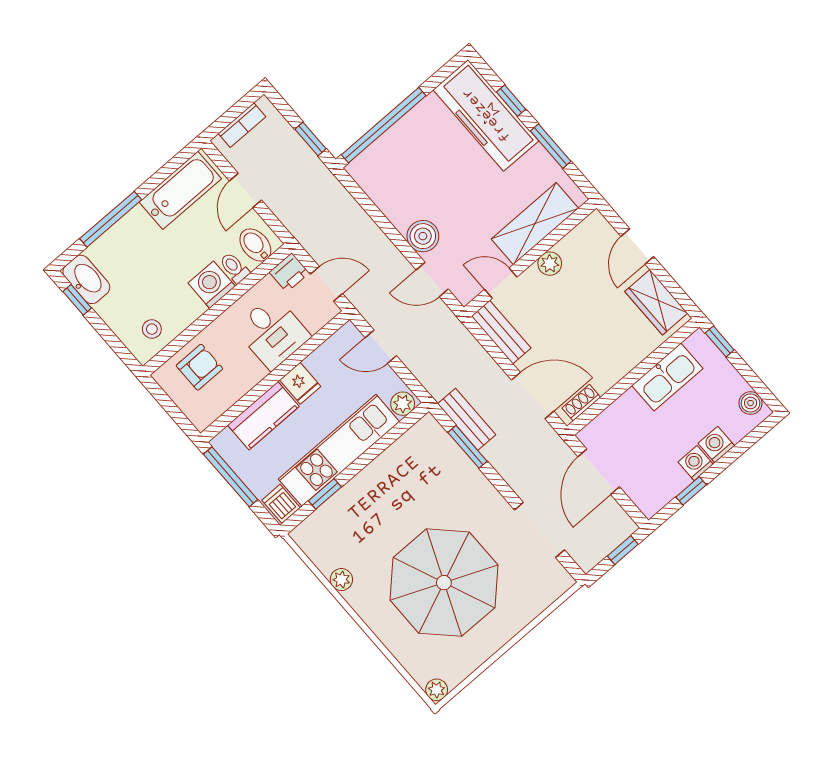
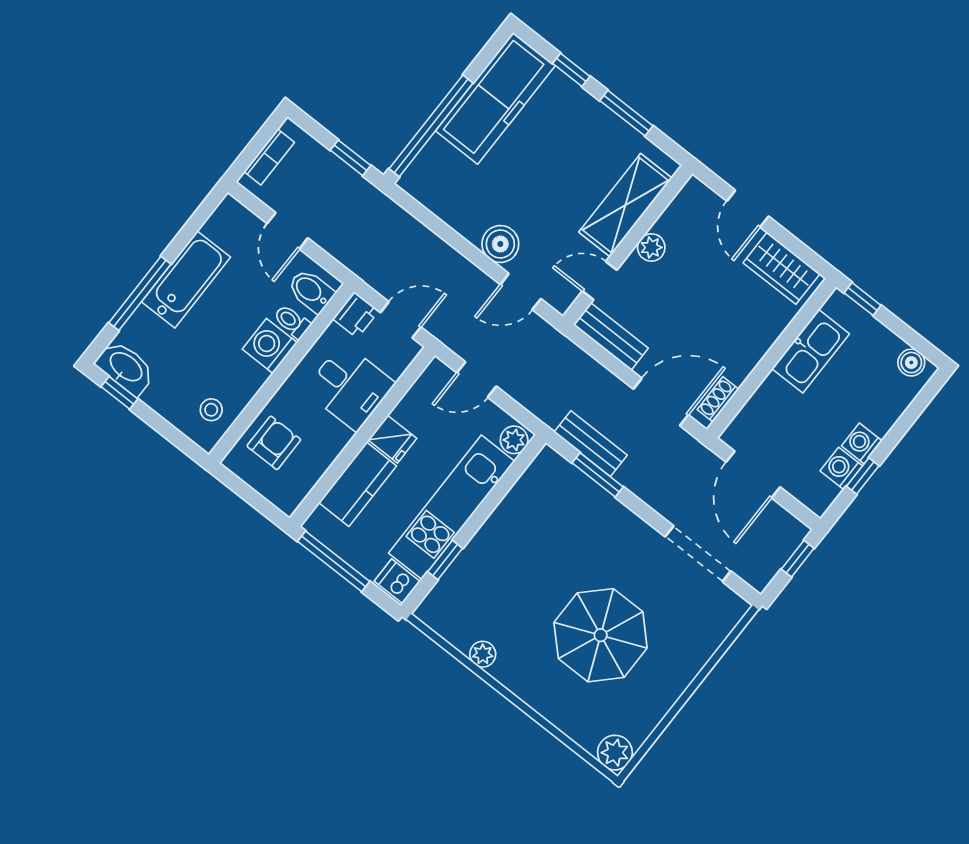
freezer: (486, 115) -> (495, 98), moved, turned -90
bathtub: (180, 190) -> (186, 280), moved
washing machine: (716, 445) -> (841, 468), moved
parasol: (444, 583) -> (601, 635), width x0.73, depth x0.73
plant: (437, 690) -> (615, 753), width x1.38, depth x1.38

